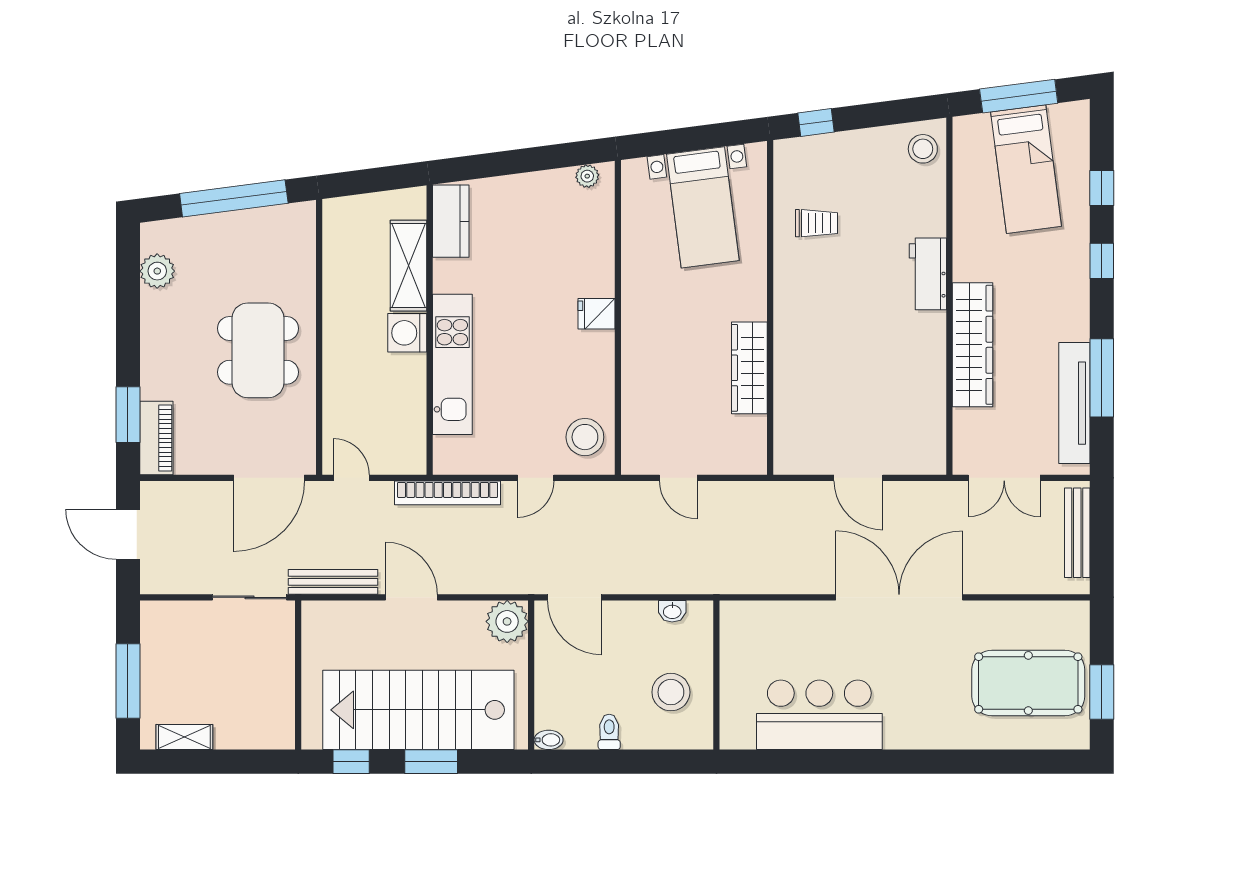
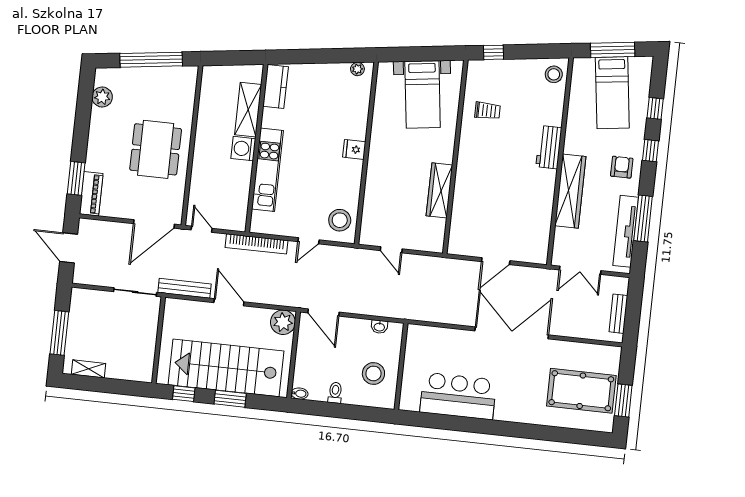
armchair: (1056, 294) -> (622, 167), added
door: (858, 478) -> (496, 261), hinge flipped
bench: (1077, 533) -> (618, 314), width x0.73

